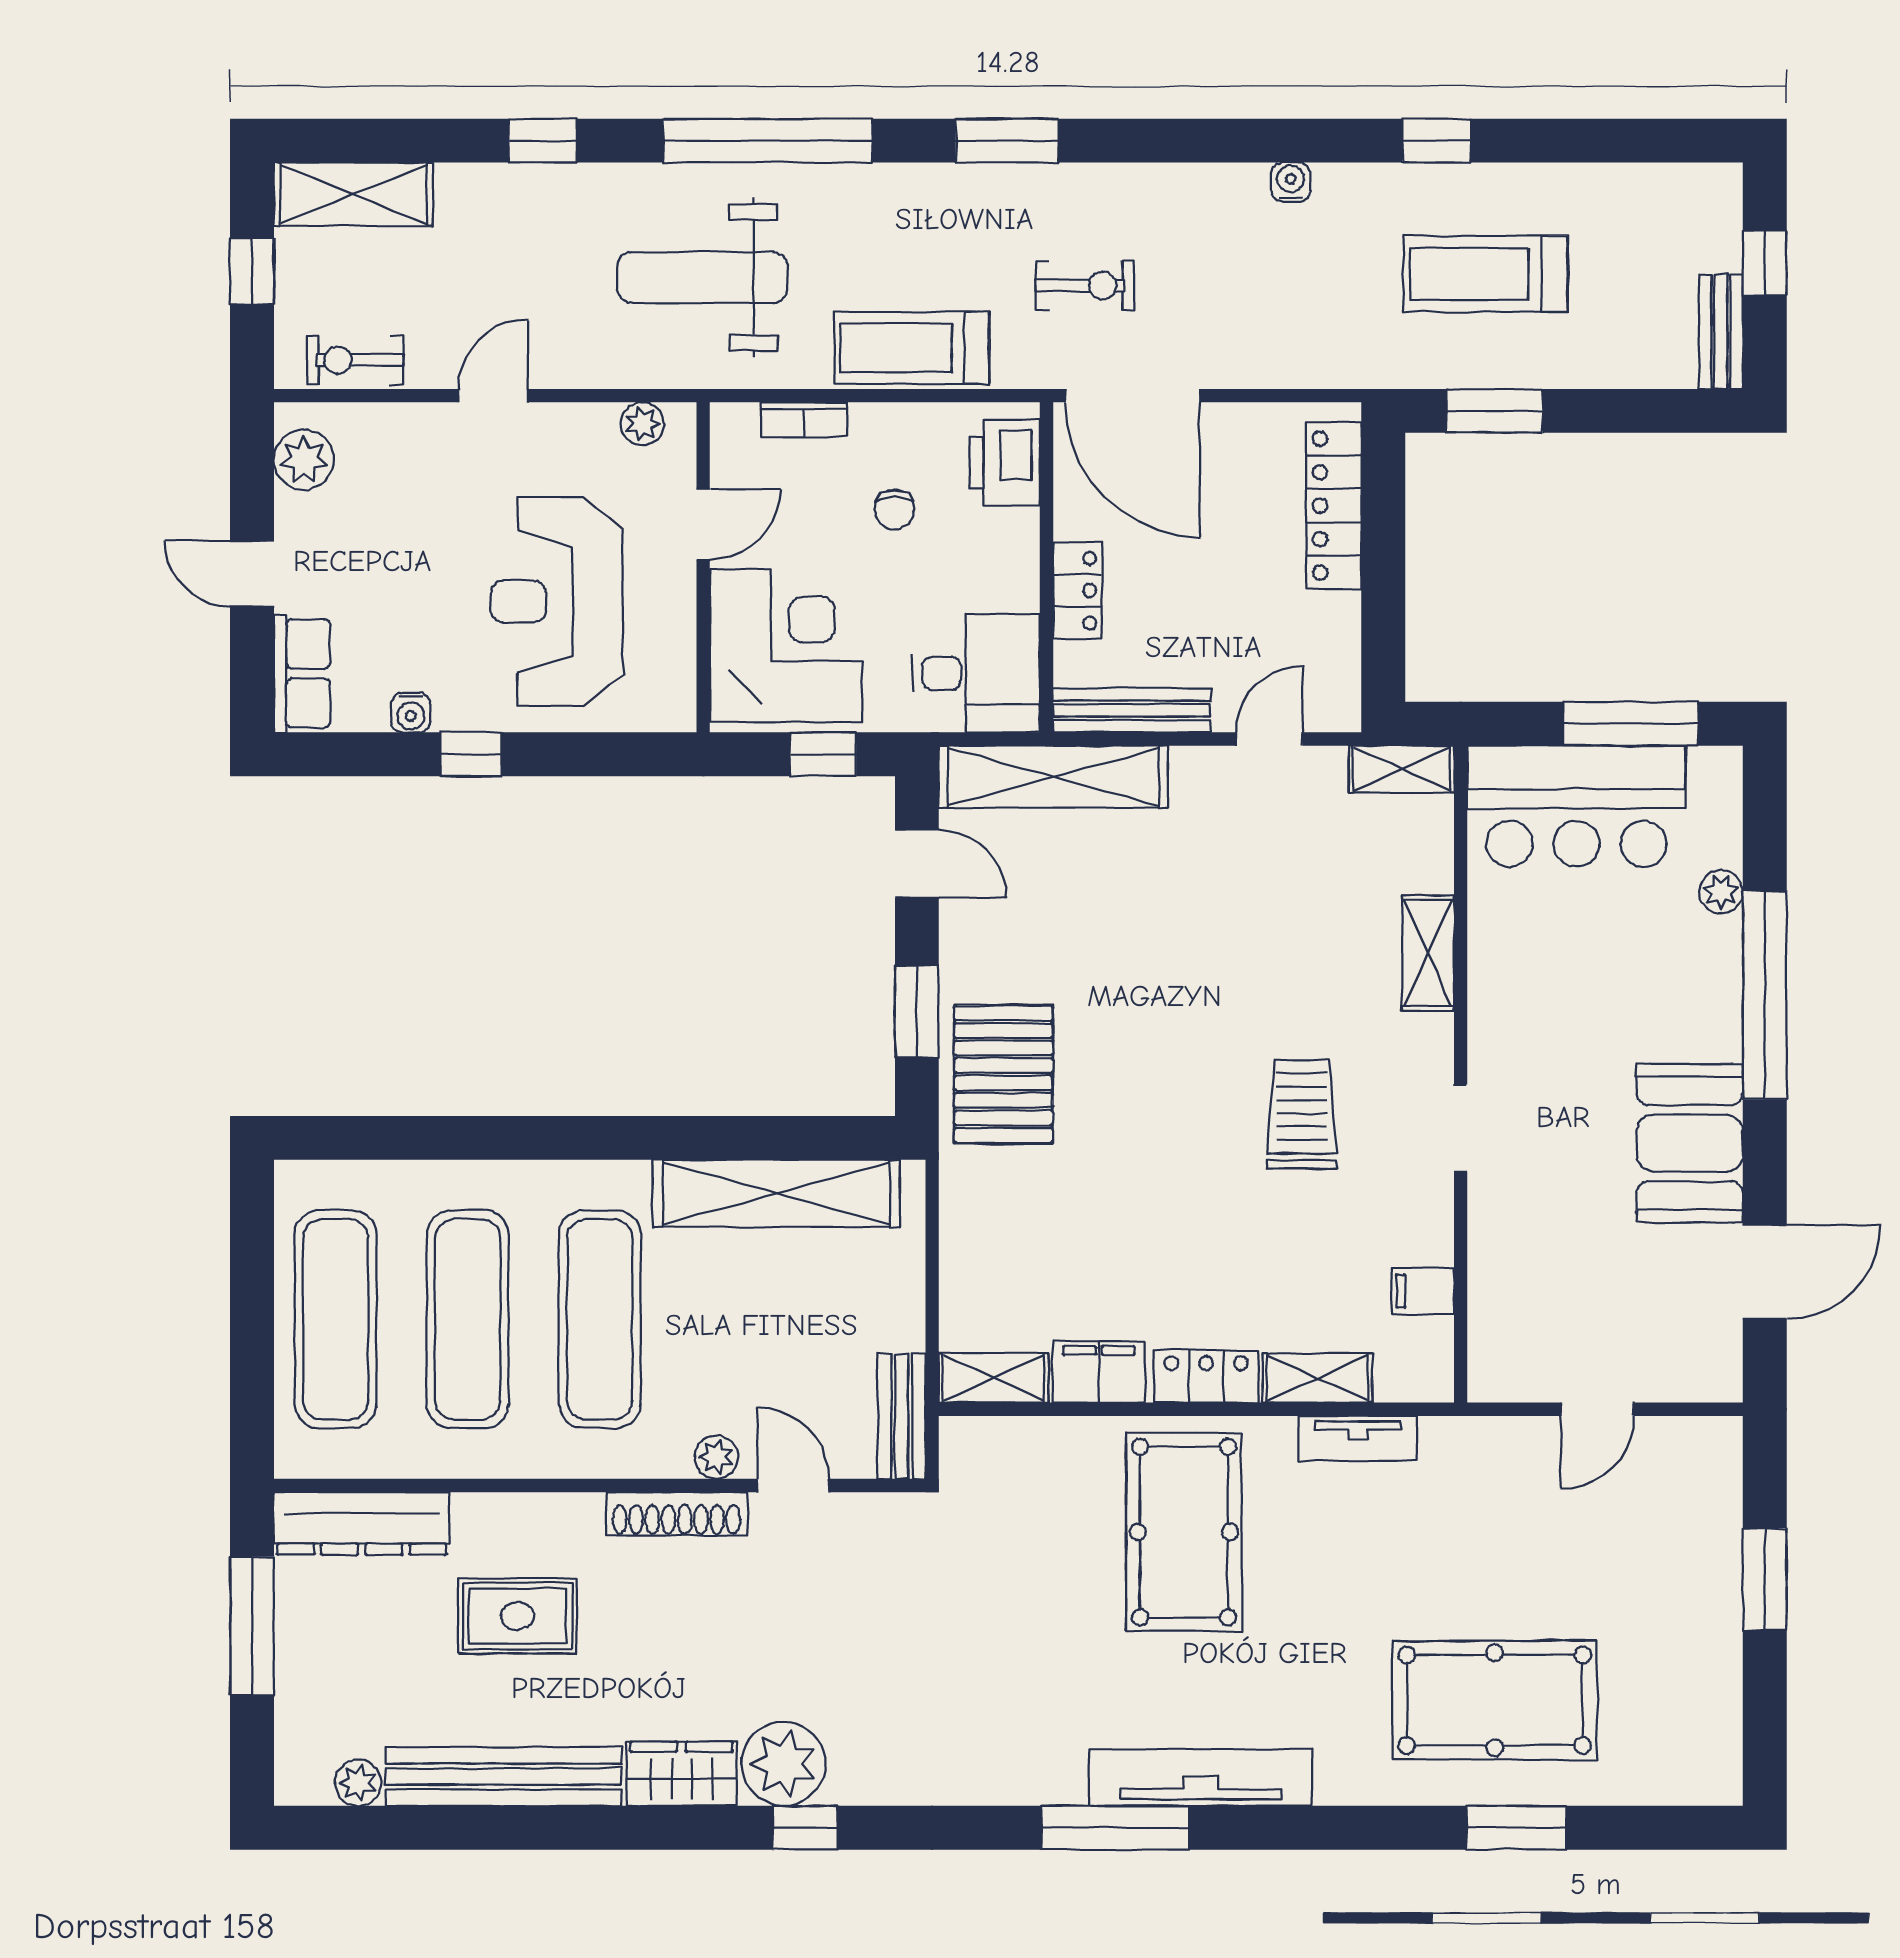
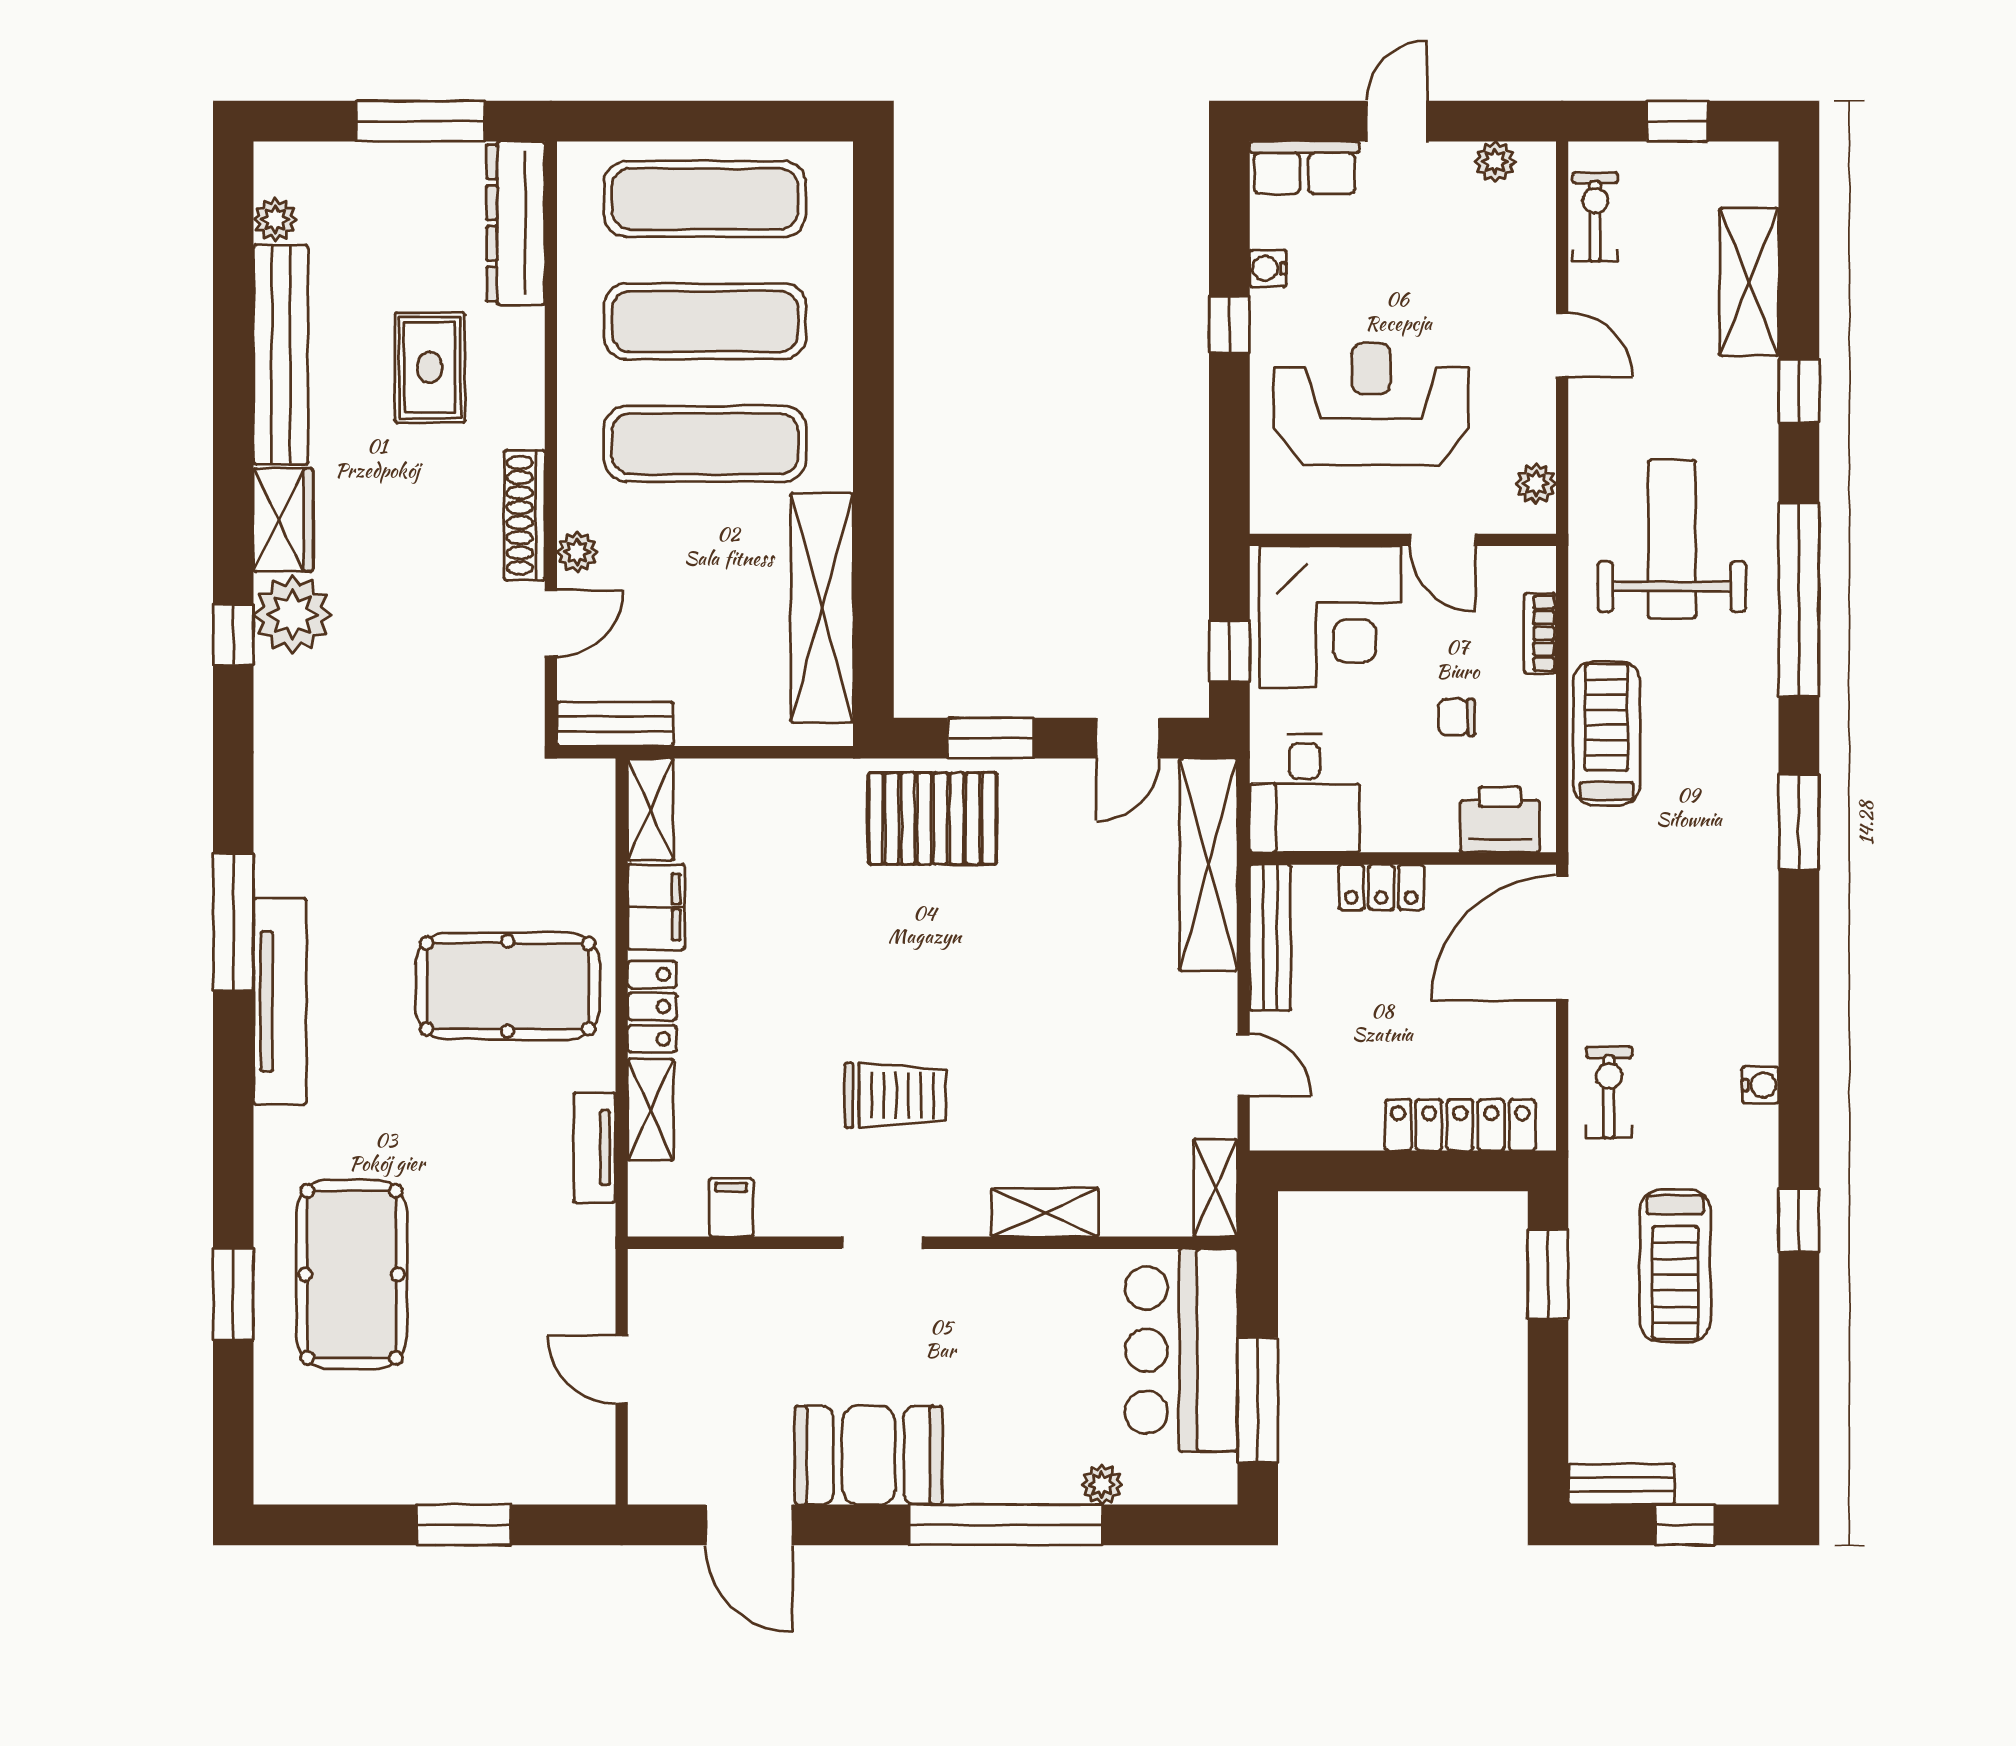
shelving: (353, 194) -> (1749, 282), moved
treadmill: (1486, 274) -> (1675, 1266), turned 180
exercise bike: (1085, 286) -> (1609, 1092), moved, turned 180
plant: (304, 460) -> (1495, 162), width x0.73, depth x0.73

